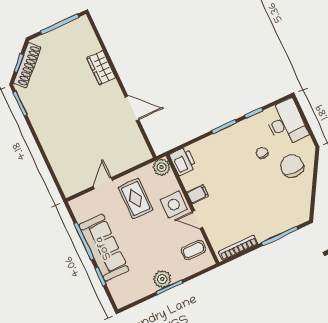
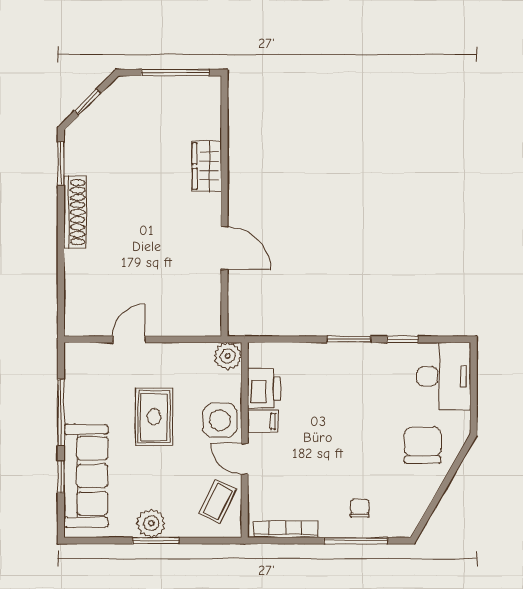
shoe rack: (27, 65) -> (75, 212), moved, turned -45
chair: (262, 153) -> (360, 508), moved
printer: (183, 161) -> (264, 388), moved
rug: (136, 198) -> (154, 417), moved
sofa: (104, 248) -> (86, 476), moved
coffee table: (193, 250) -> (218, 501), turned -64

